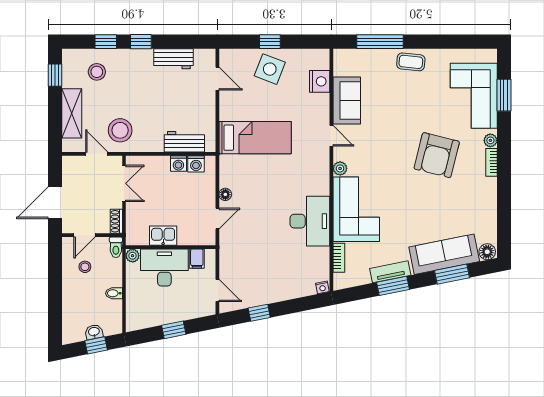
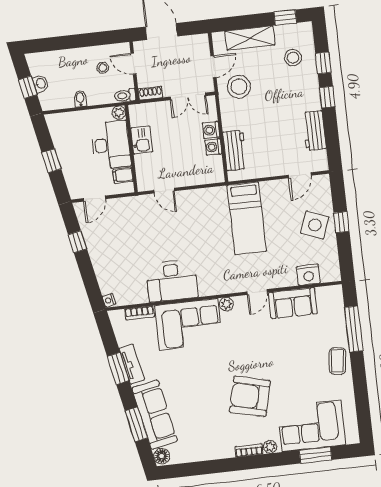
washing machine: (196, 164) -> (211, 130), moved
floor lamp: (225, 194) -> (188, 196), removed

